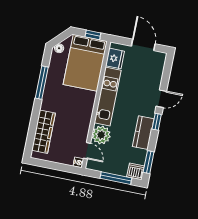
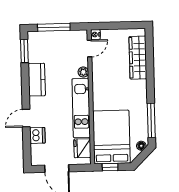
window: (42, 83) -> (151, 120), moved
window: (157, 122) -> (25, 94), removed
plant: (101, 135) -> (83, 72), width x0.53, depth x0.53
door: (87, 151) -> (90, 48), swing flipped
dishwasher: (136, 171) -> (37, 135), moved, turned -90

